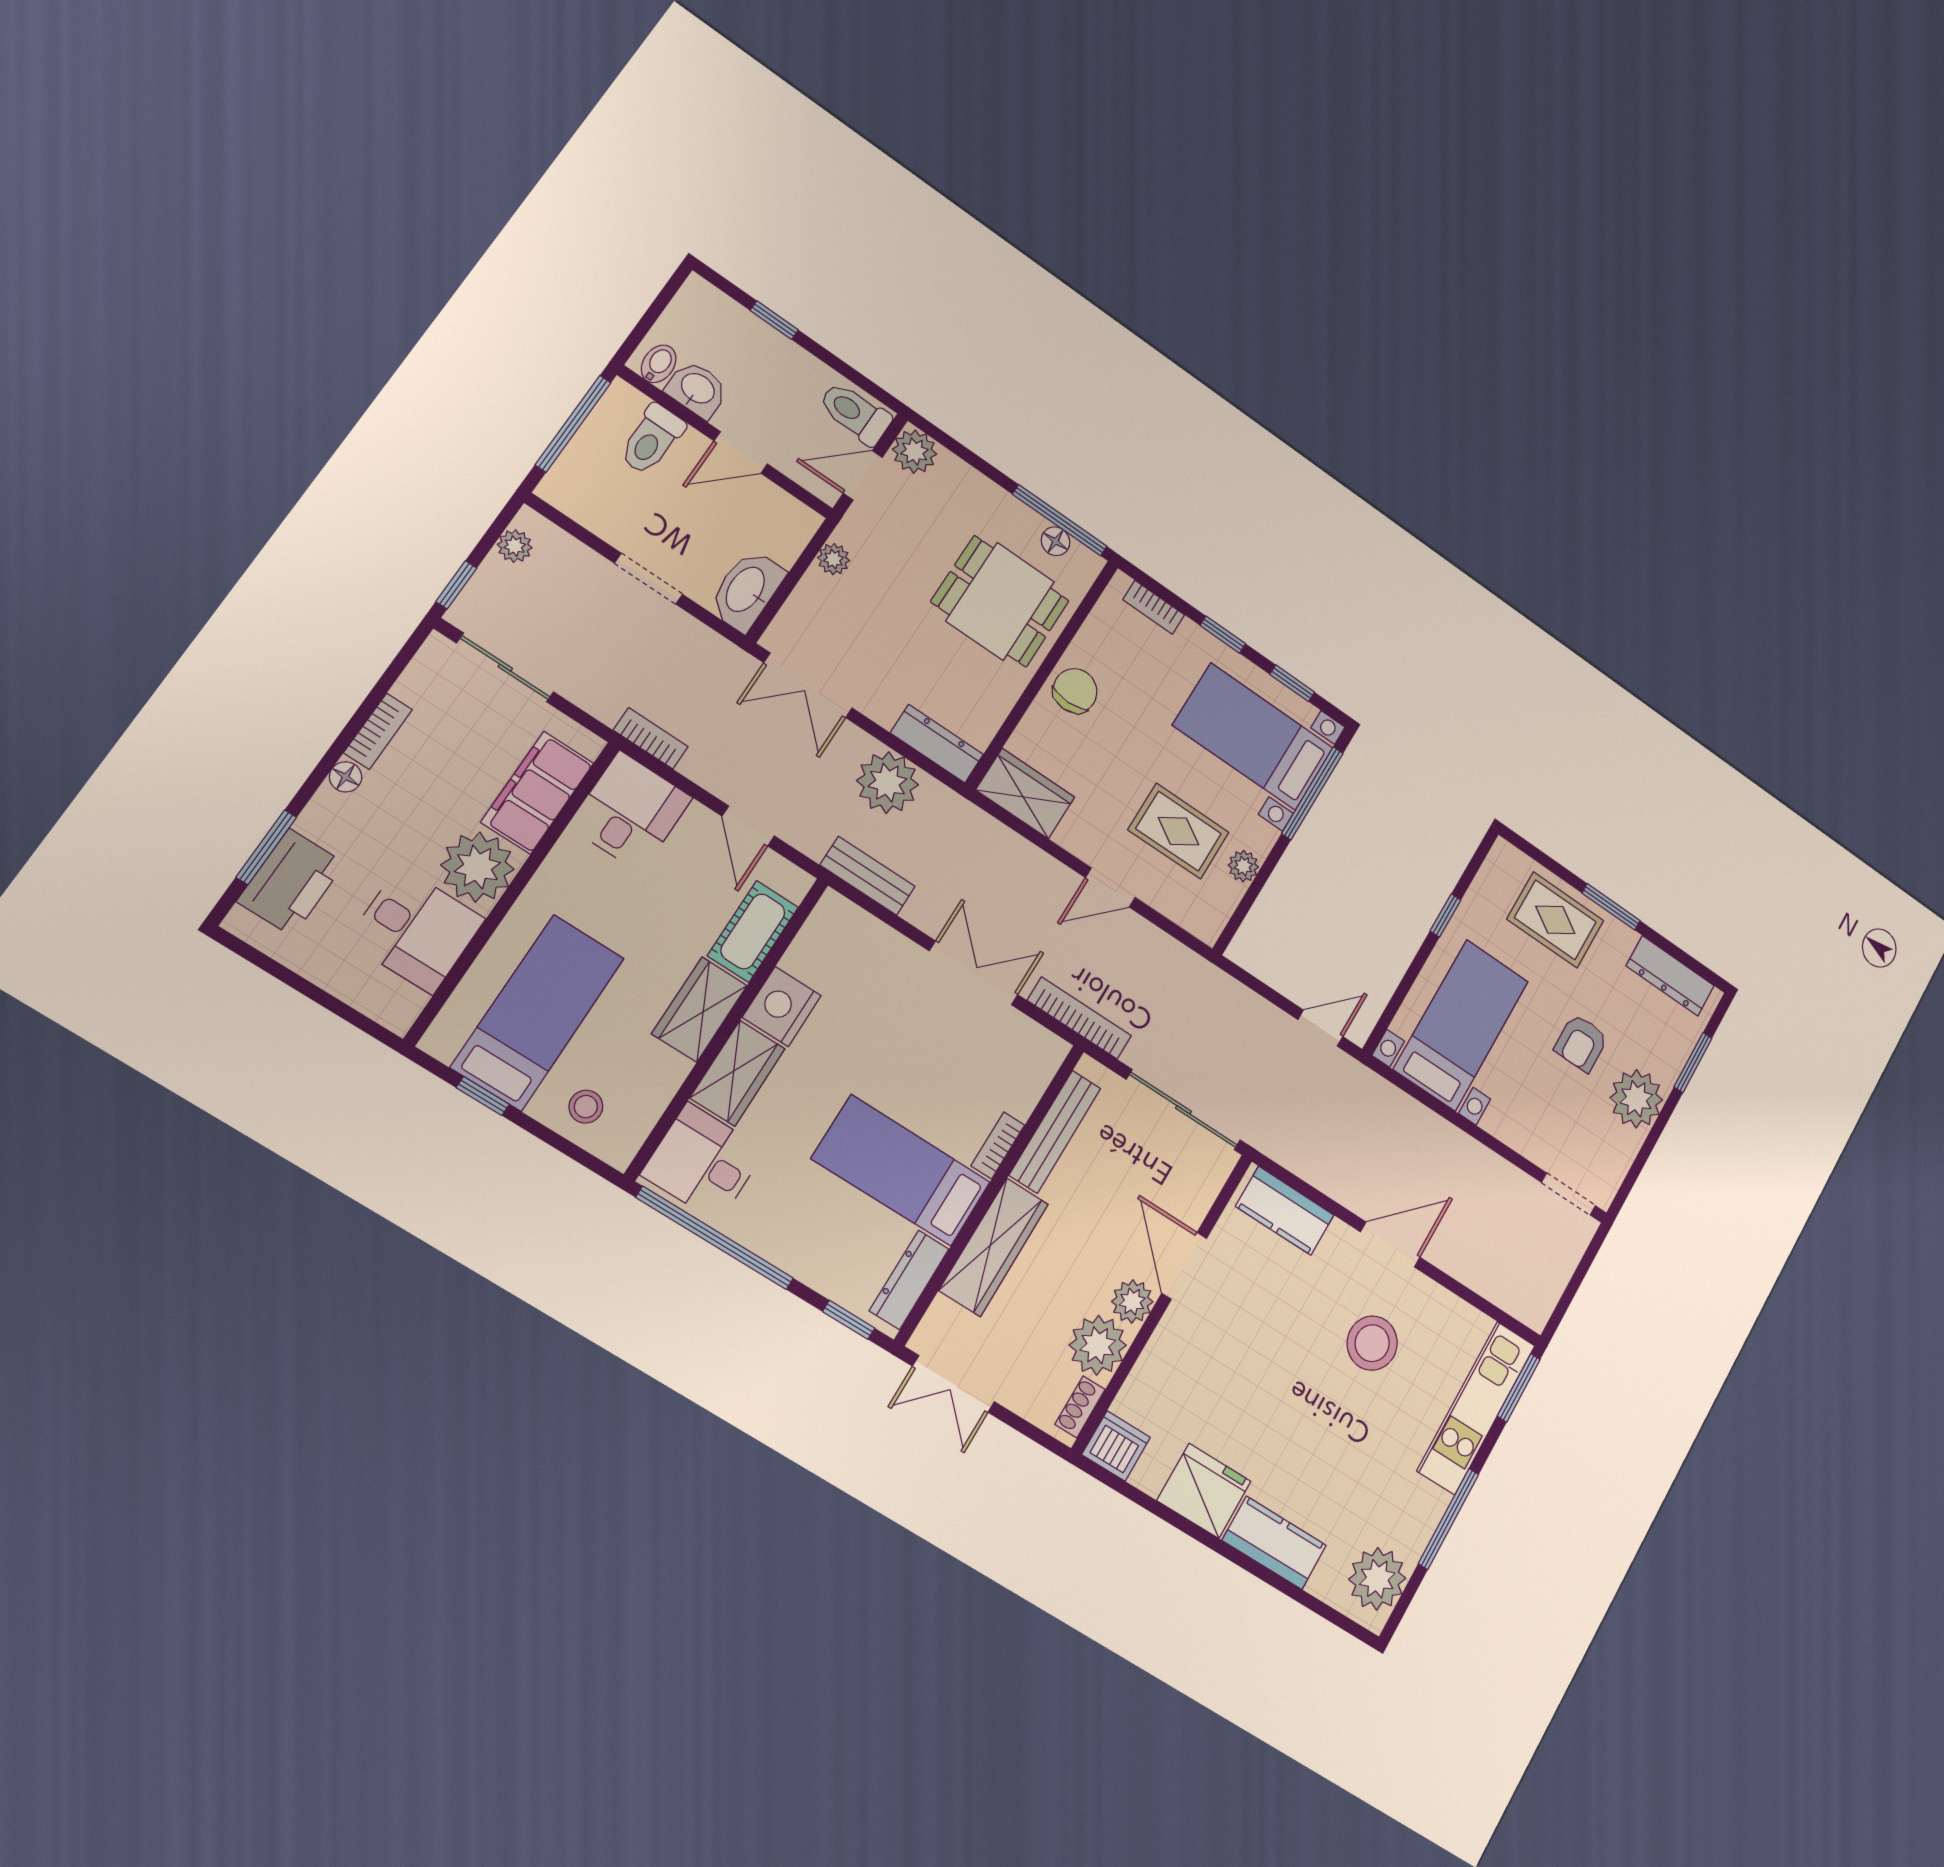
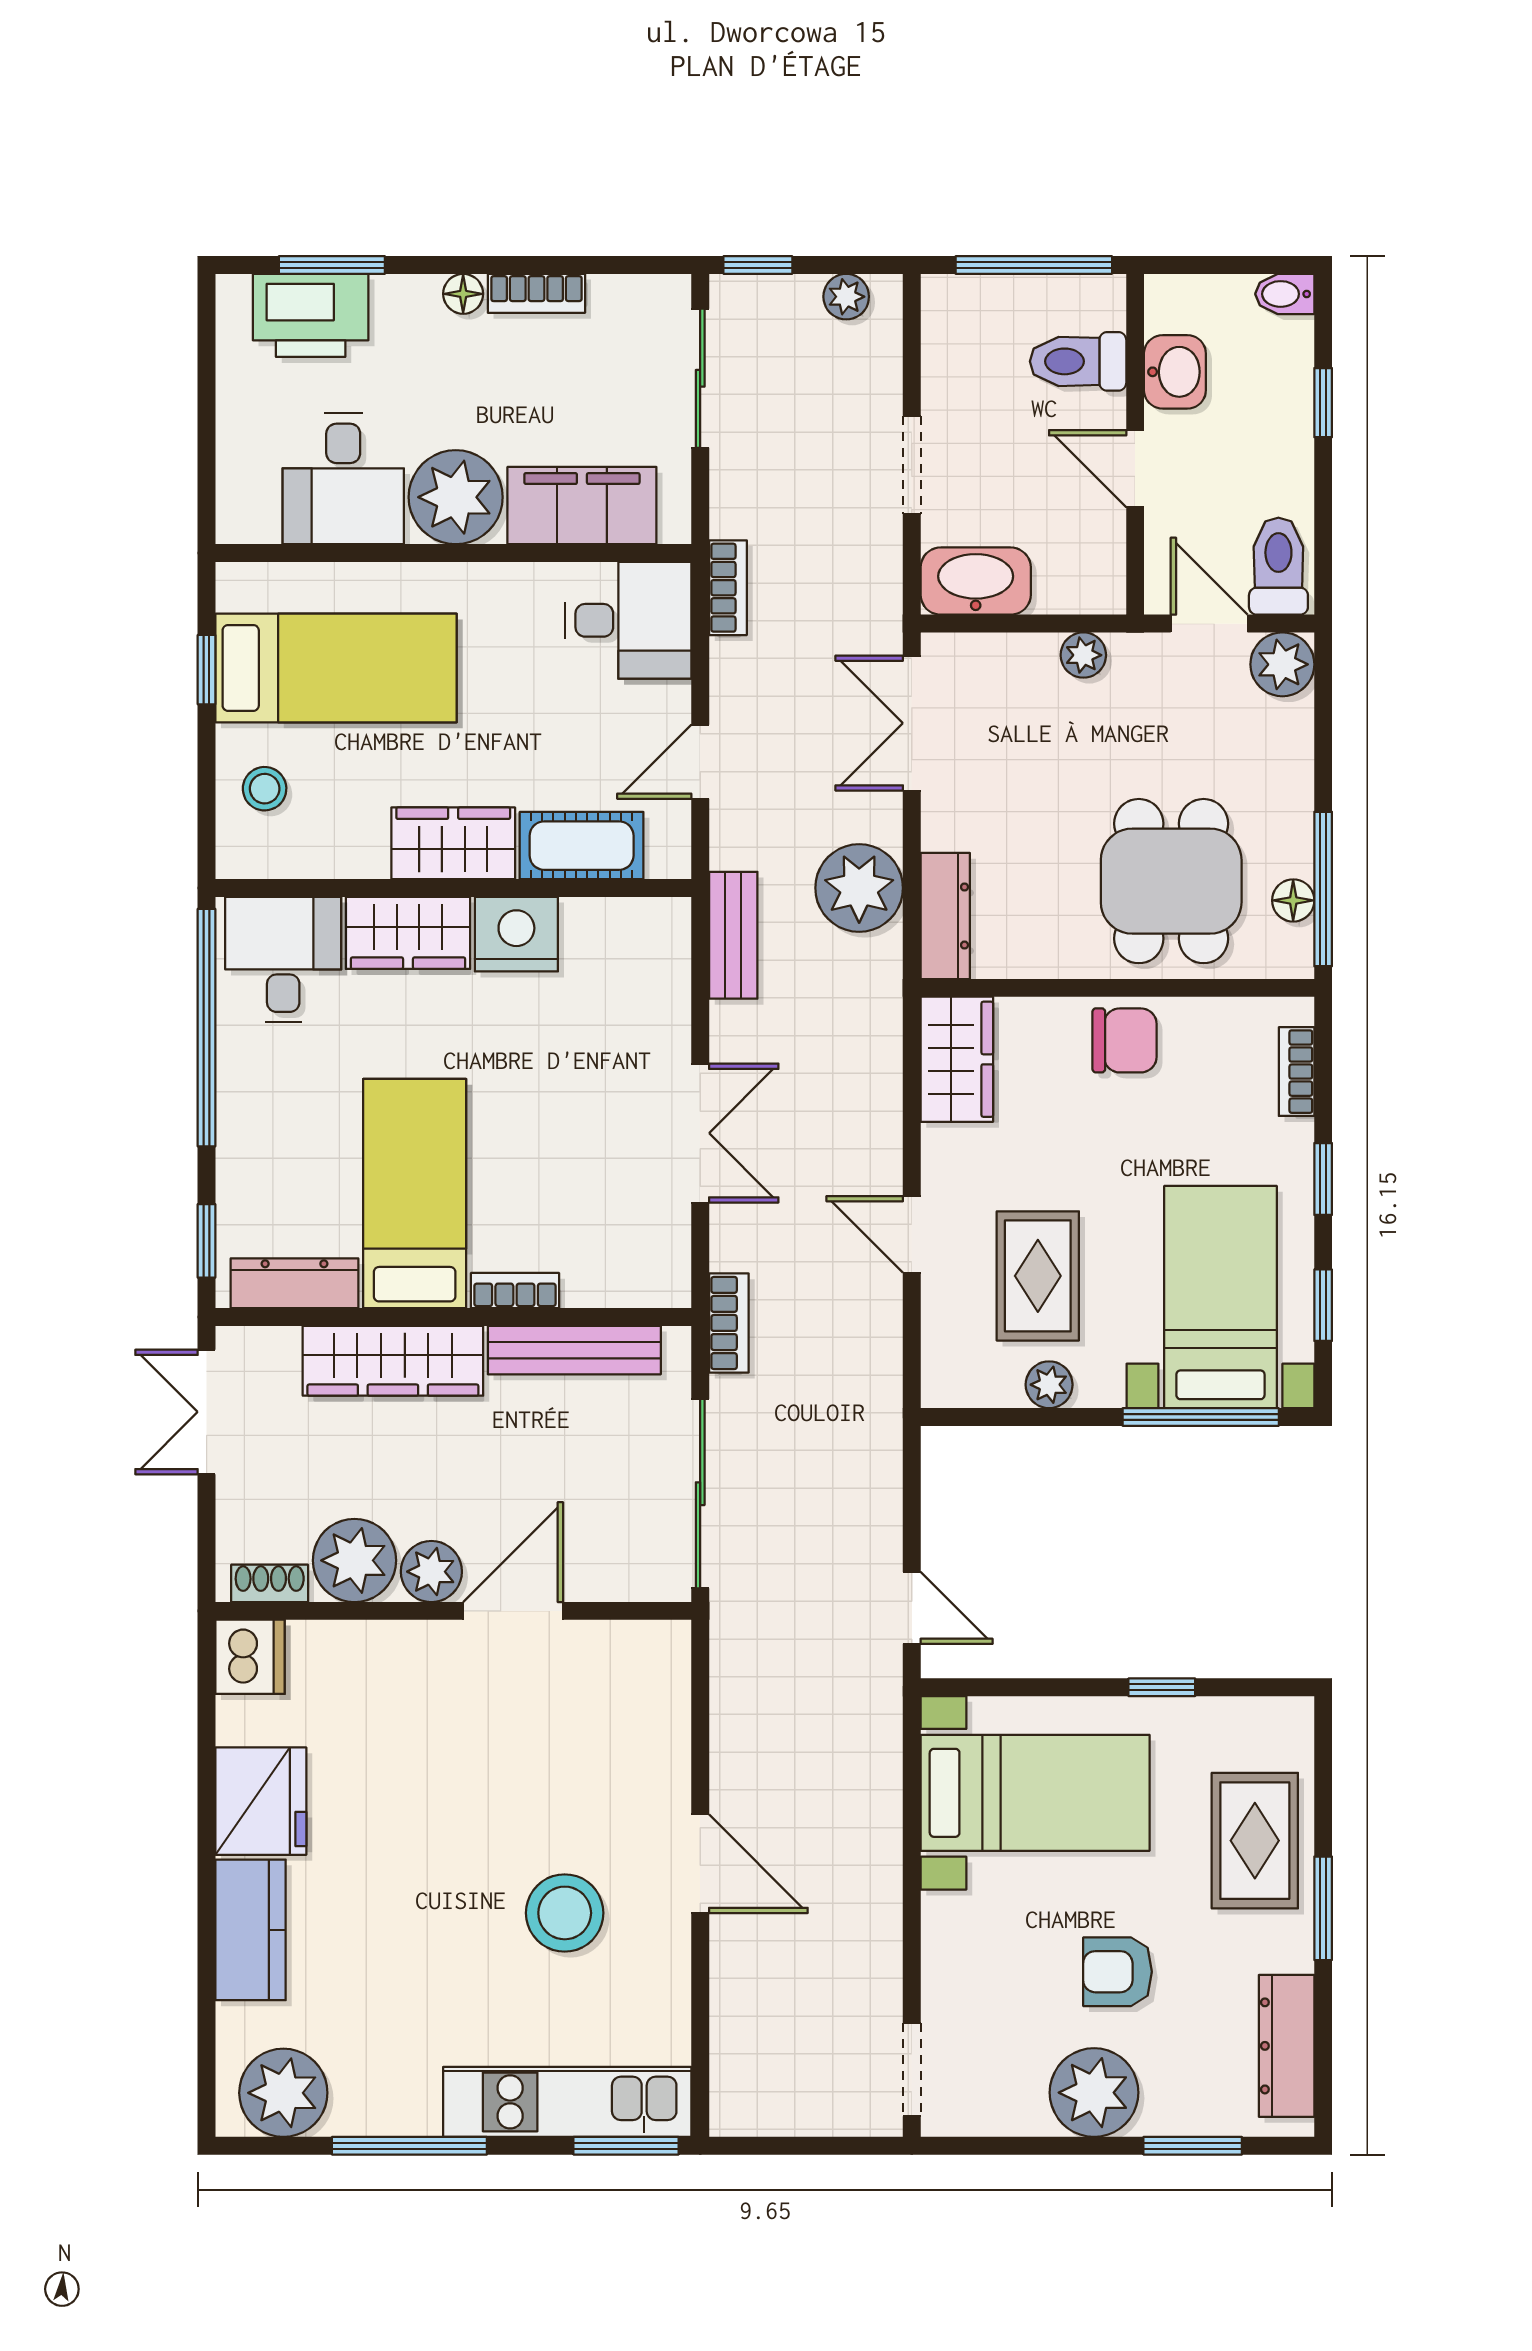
bidet: (659, 364) -> (1285, 294), moved, turned 180
bookcase: (1079, 1018) -> (729, 1323), width x0.64
kitchen counter: (1285, 1211) -> (658, 1699), removed

